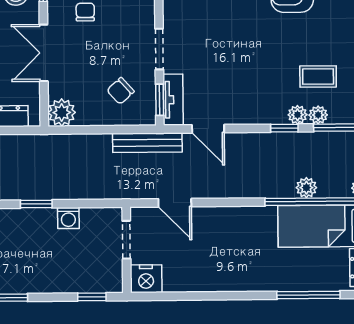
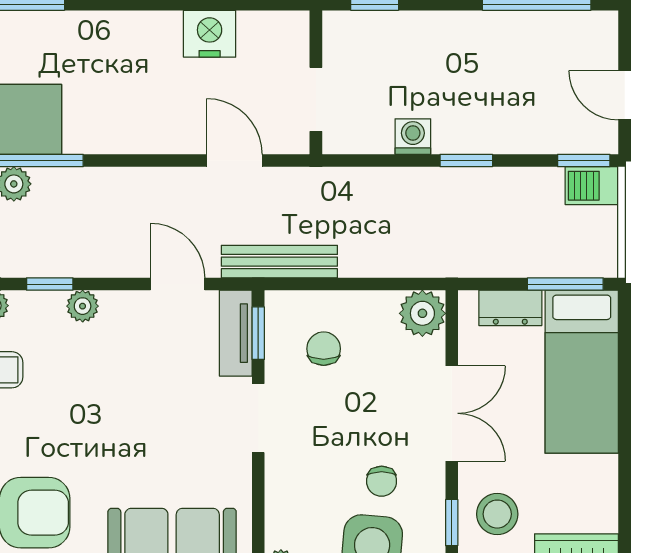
chair: (120, 91) -> (324, 349), turned -48
plant: (298, 115) -> (83, 306), moved
nightstand: (146, 279) -> (210, 34), moved

